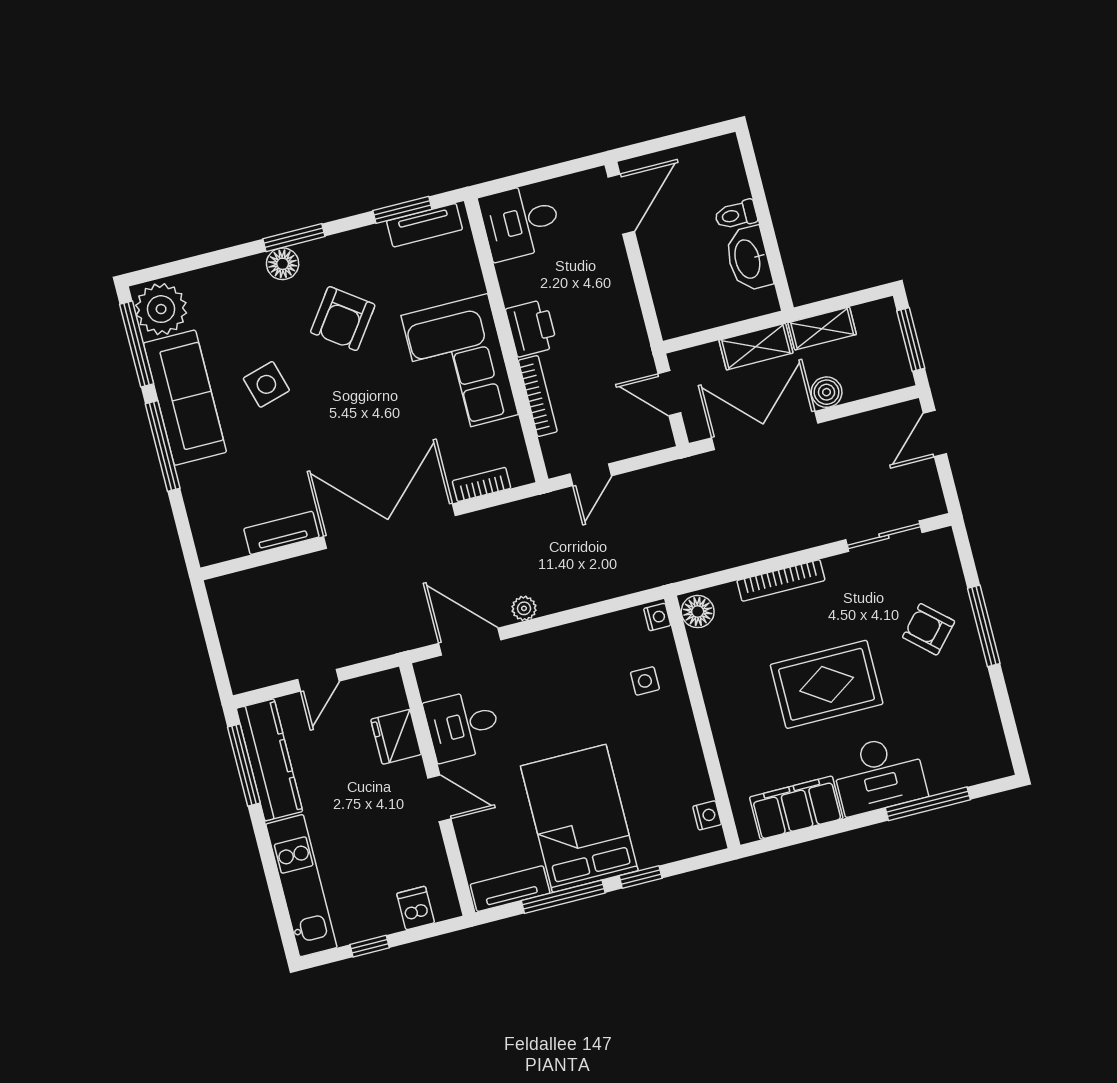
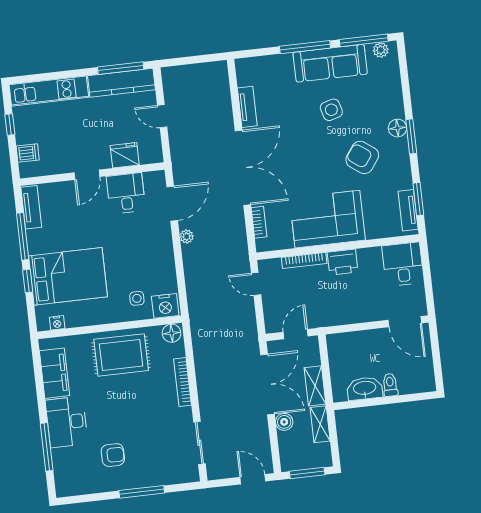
plant: (161, 309) -> (381, 50), width x0.53, depth x0.53
nightstand: (657, 617) -> (165, 306), width x1.89, depth x1.79
armchair: (929, 629) -> (113, 455), moved, turned 48
rug: (827, 684) -> (121, 355), moved, turned 90
bed: (579, 818) -> (68, 276), moved

